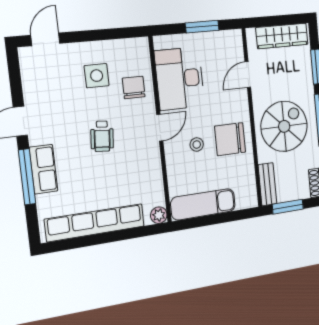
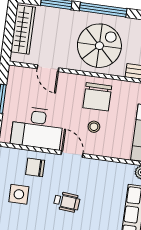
spiral stairs: (284, 126) -> (99, 46), turned 90

